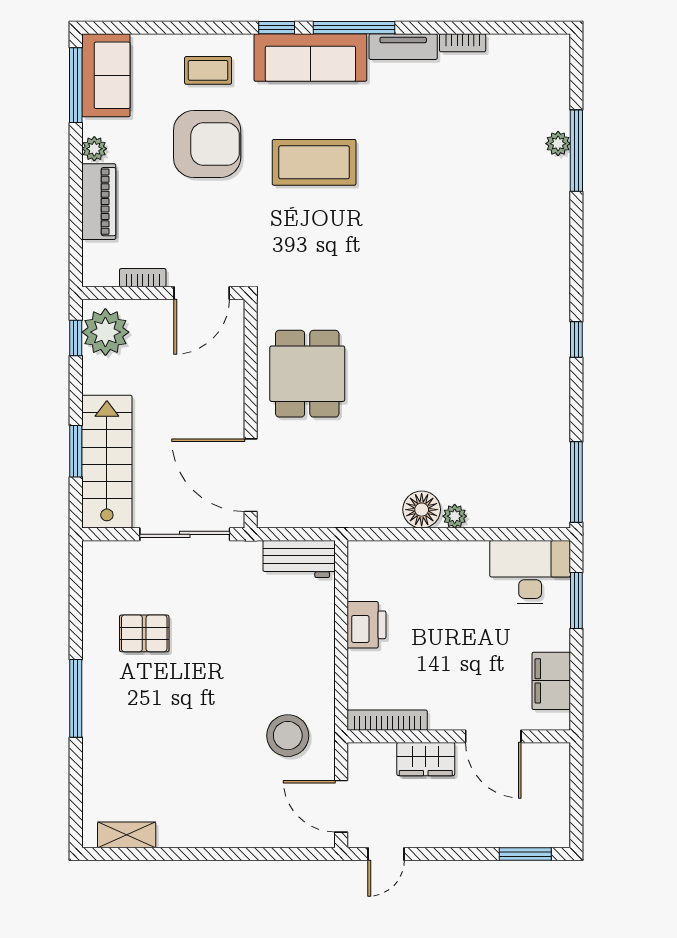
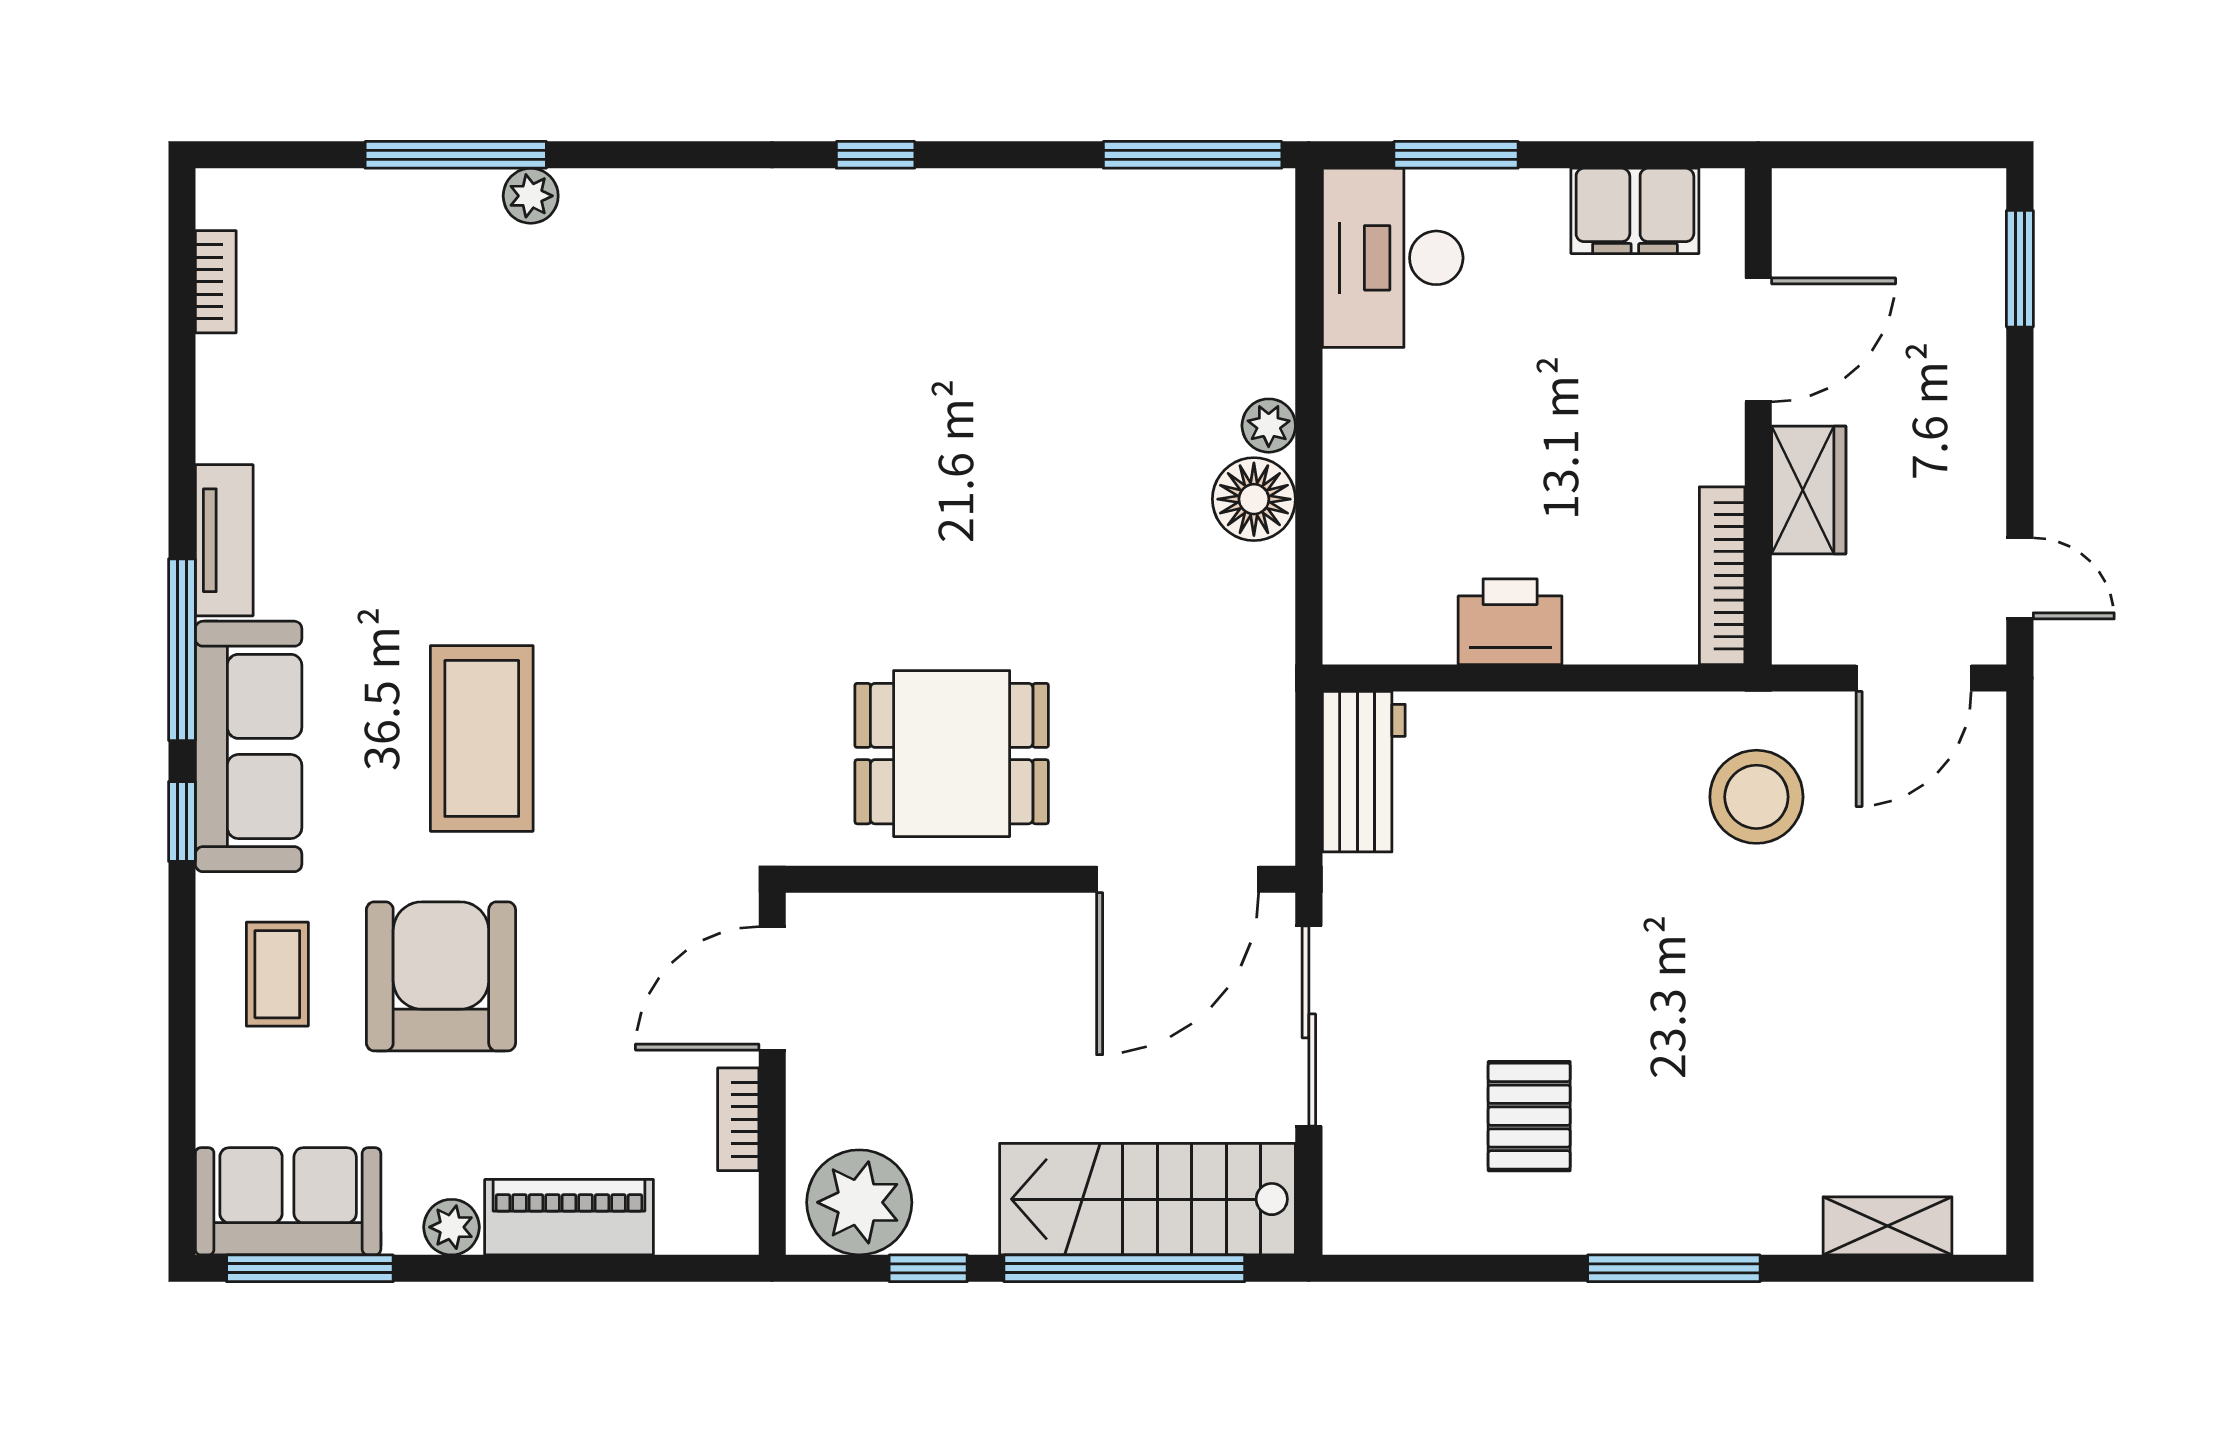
bookcase: (463, 43) -> (216, 282), moved
plant: (558, 144) -> (531, 196), moved
door: (202, 293) -> (772, 988), swing flipped
window: (76, 338) -> (928, 1268), moved
window: (76, 451) -> (1124, 1268), width x2.11
shelving: (127, 835) -> (1888, 1226), moved, turned 90

